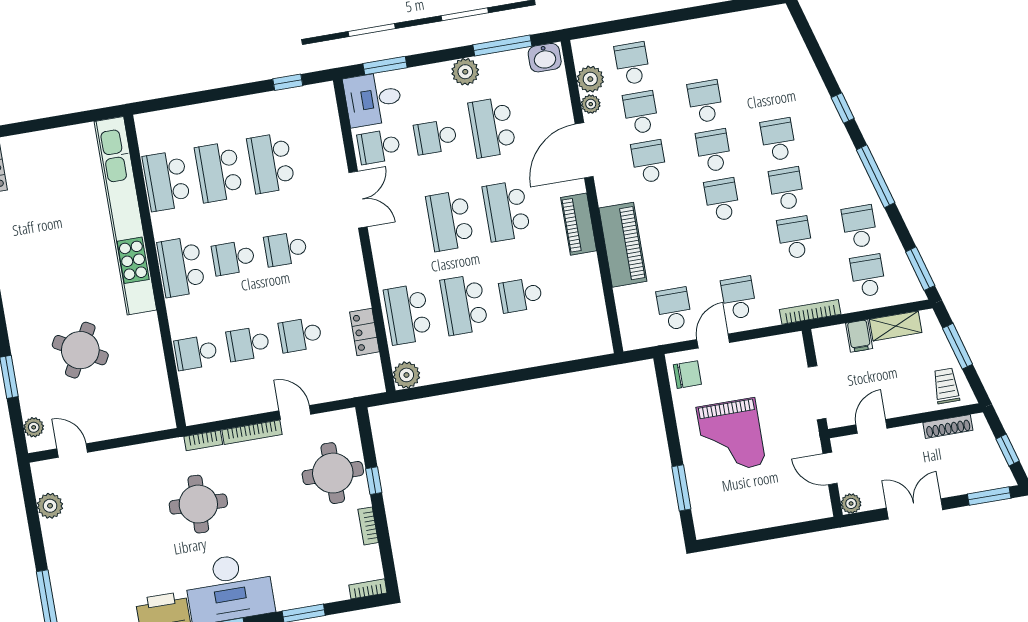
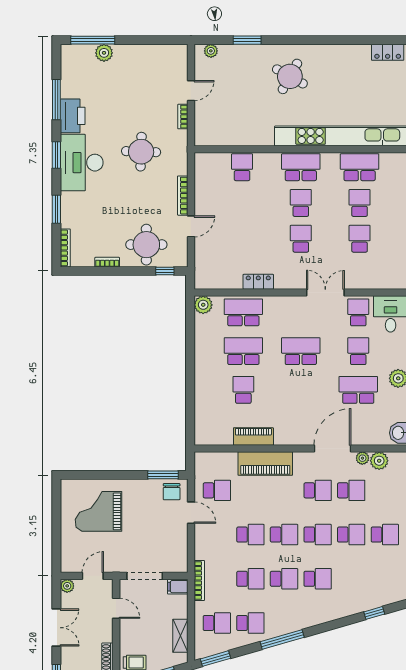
school desk: (632, 63) -> (385, 535), moved
window: (843, 108) -> (374, 613), moved
door: (584, 150) -> (332, 449), hinge flipped
school desk: (271, 163) -> (360, 239), width x0.54
school desk: (219, 172) -> (360, 203), width x0.54
double door: (358, 200) -> (325, 292), swing flipped
school desk: (506, 211) -> (301, 390), removed
piano: (579, 224) -> (253, 436), moved
school desk: (739, 298) -> (250, 535), moved
locker: (364, 332) -> (258, 282), moved
school desk: (300, 335) -> (242, 239), removed
filing cabinet: (859, 336) -> (178, 587), moved
school desk: (248, 344) -> (242, 203), removed
round table: (80, 350) -> (290, 76), moved
grand piano: (731, 436) -> (98, 511), moved
bookcase: (203, 440) -> (183, 117), moved
door: (72, 451) -> (191, 91), moved
window: (374, 481) -> (165, 271), moved
window: (681, 488) -> (163, 475), moved
plant: (50, 506) -> (104, 53), moved
bookcase: (368, 589) -> (65, 248), width x1.56

